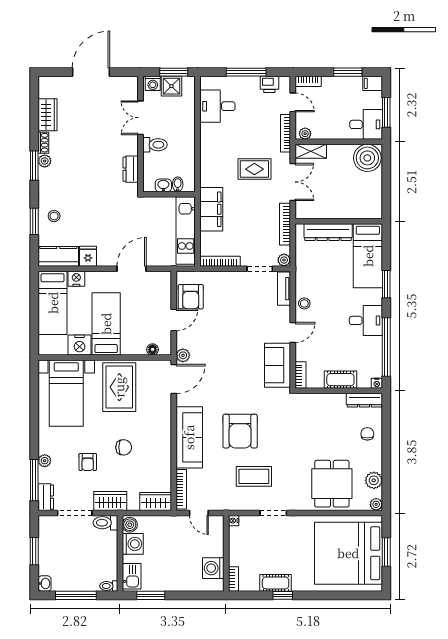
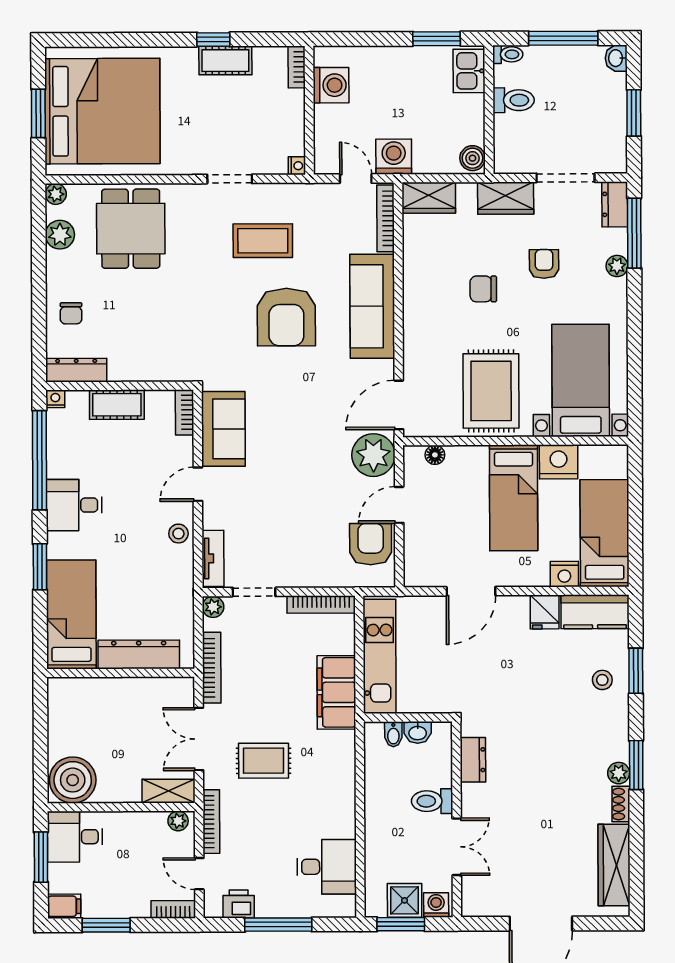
wardrobe: (48, 115) -> (614, 865), width x1.50
plant: (183, 355) -> (373, 455), width x1.87, depth x1.87
armchair: (240, 431) -> (286, 317), turned 180
toilet: (105, 523) -> (514, 100), moved
washing machine: (133, 544) -> (394, 157), moved, turned 90

